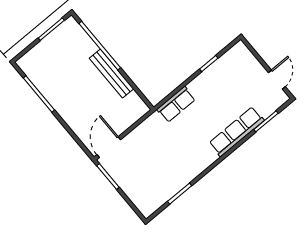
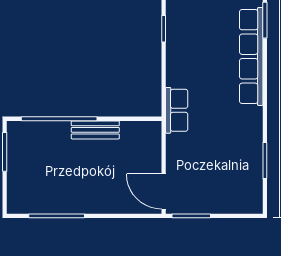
bench: (111, 74) -> (95, 130), width x0.73
row of seats: (176, 104) -> (177, 110), moved
row of seats: (237, 132) -> (251, 56), width x1.36

